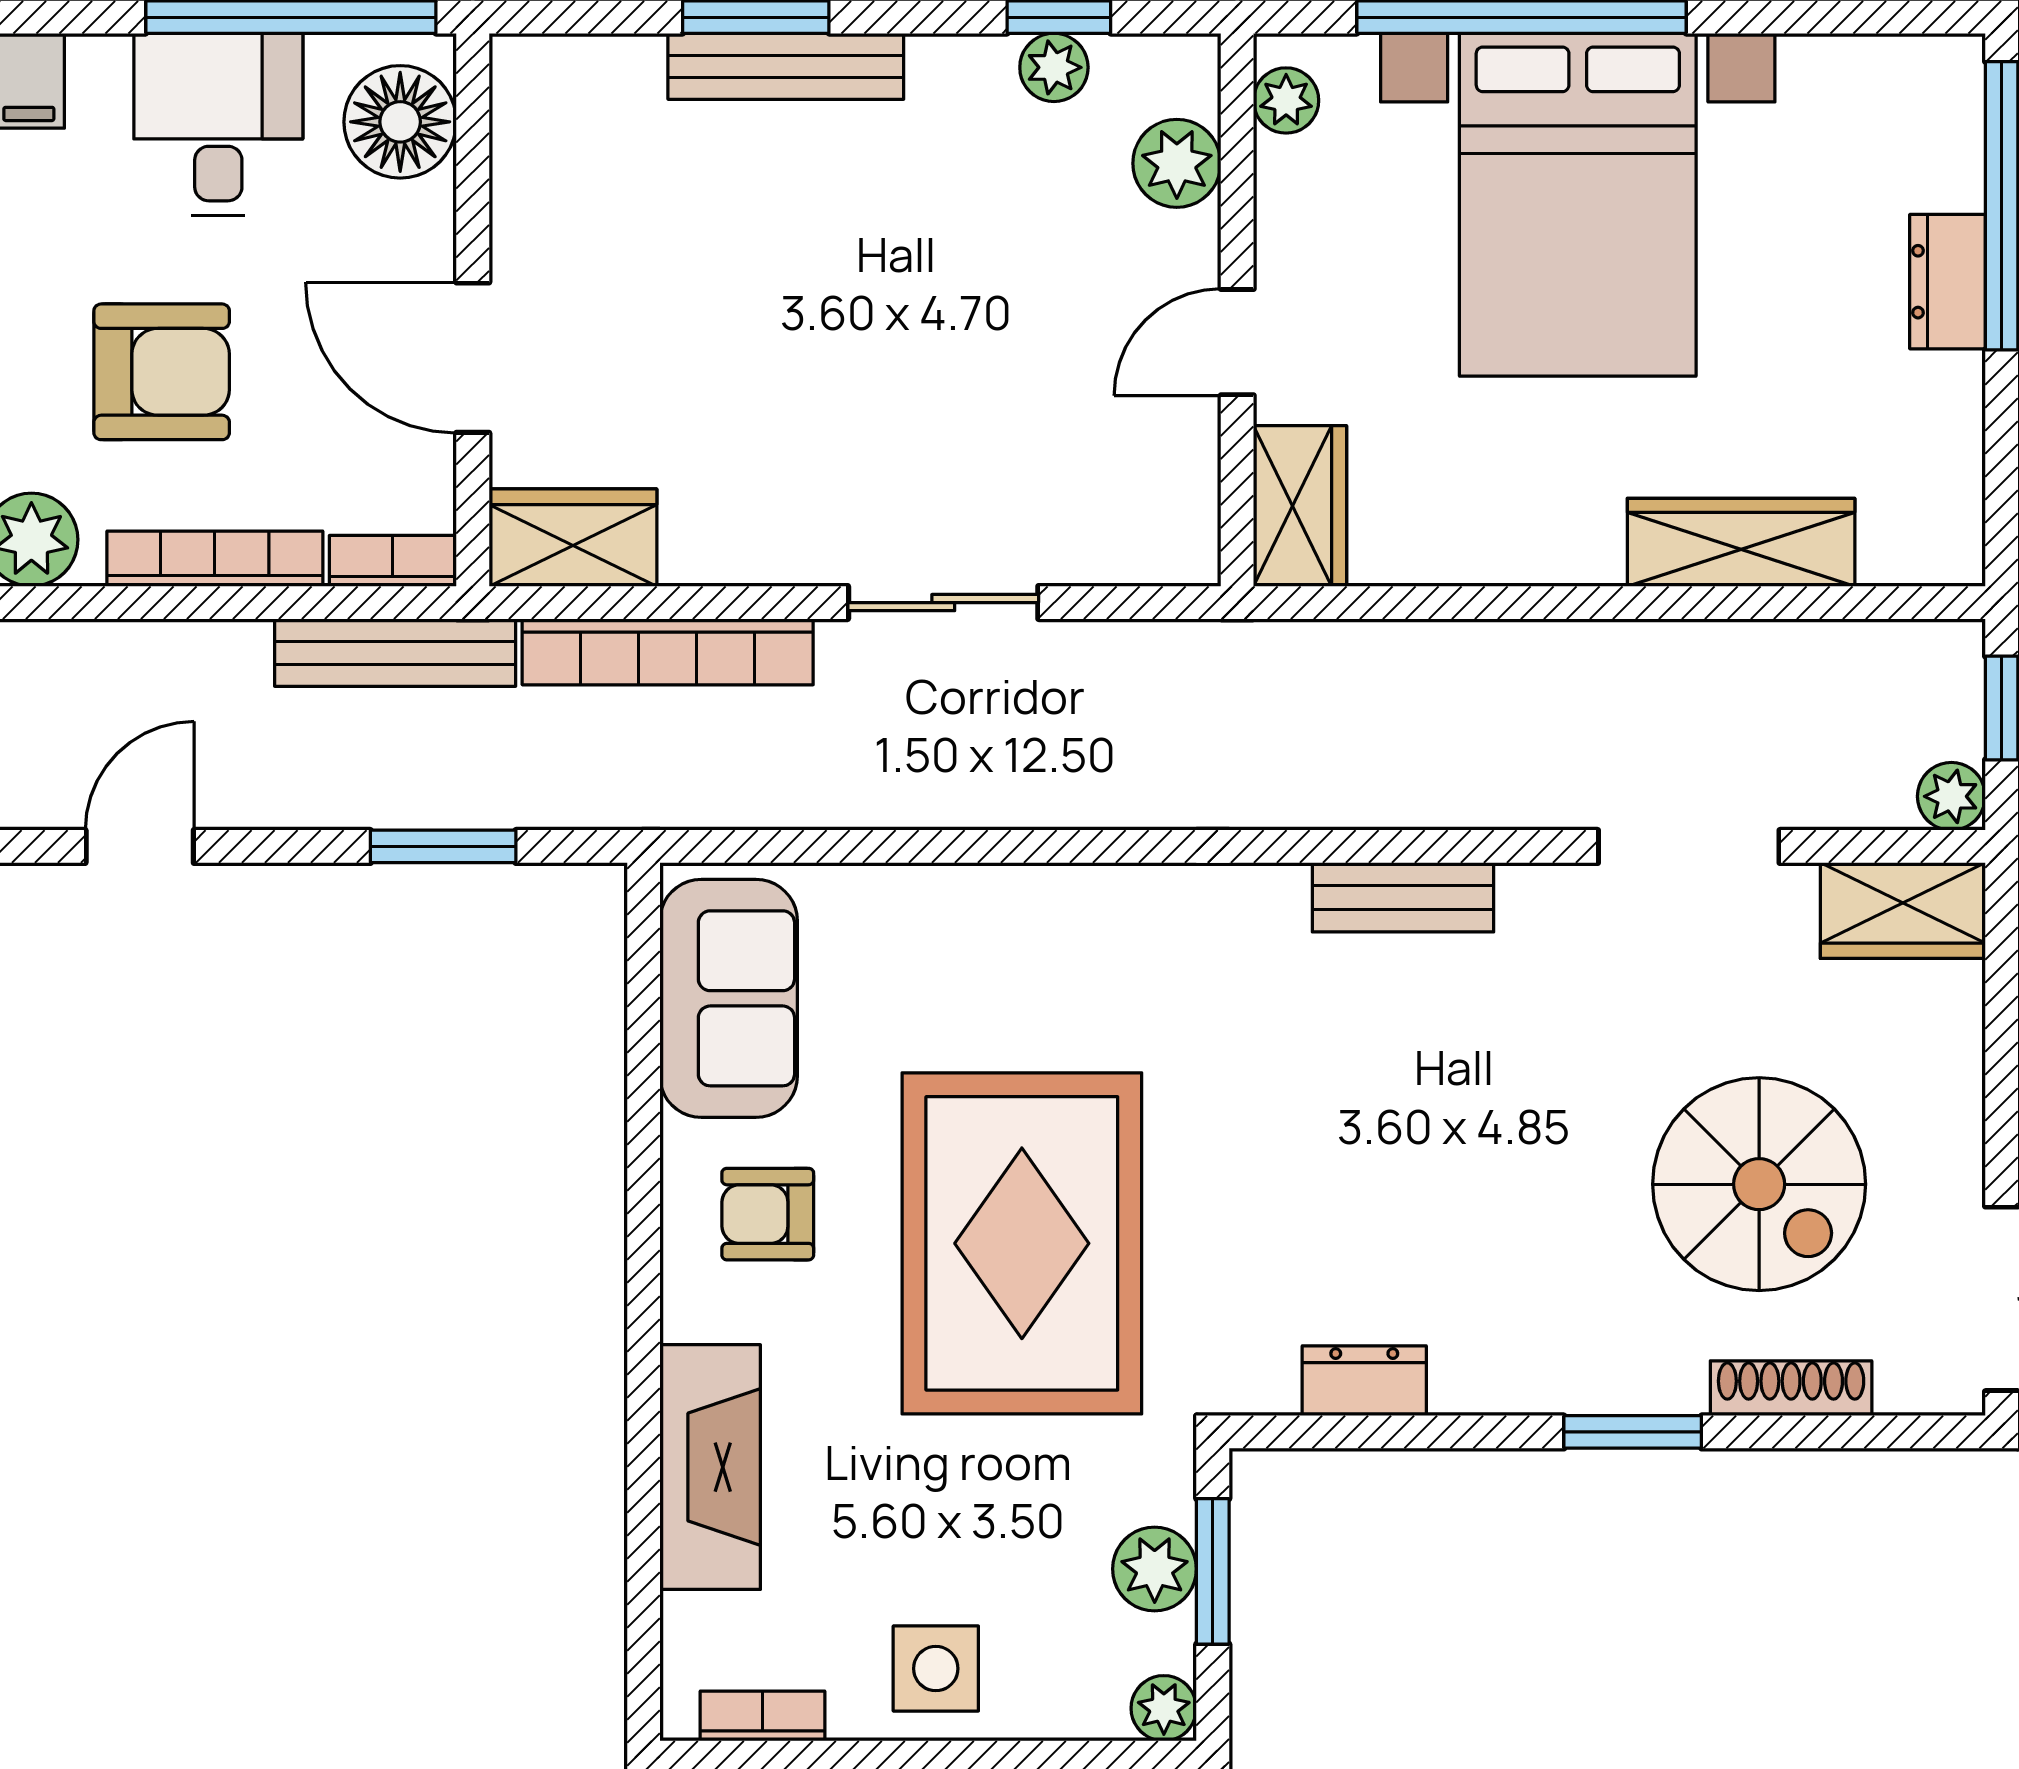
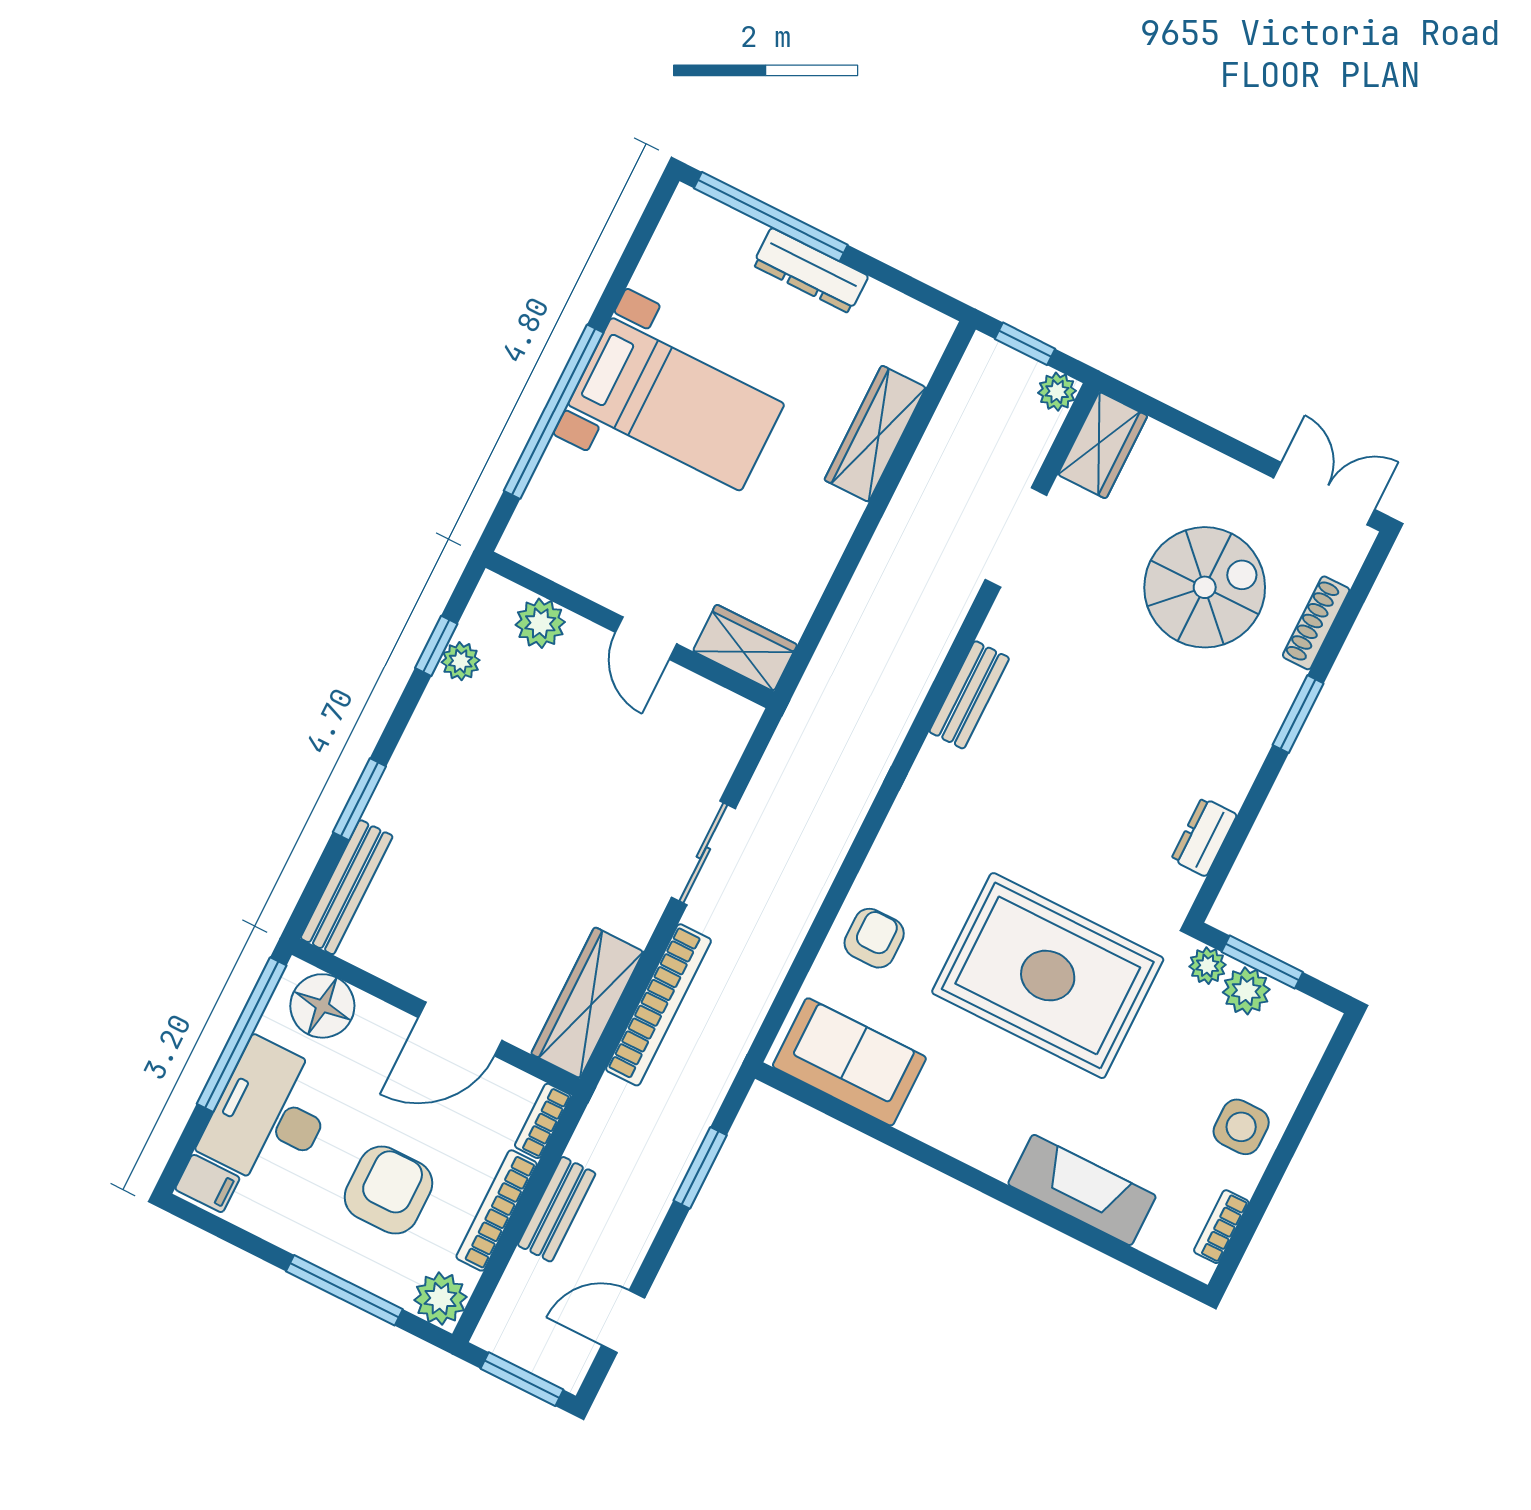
bench: (786, 66) -> (347, 887), moved
plant: (1286, 100) -> (536, 552), removed
desk: (218, 124) -> (270, 1115), width x1.37
bed with nightstands: (1578, 205) -> (676, 404), width x0.73
dresser: (1947, 282) -> (810, 271), width x1.44
wardrobe: (573, 538) -> (587, 1003), width x1.50
bench: (395, 653) -> (557, 1209), moved, width x0.73
door: (140, 846) -> (623, 1321), hinge flipped
armchair: (768, 1214) -> (874, 938), moved, turned 180
plant: (1164, 1708) -> (1207, 966), moved

